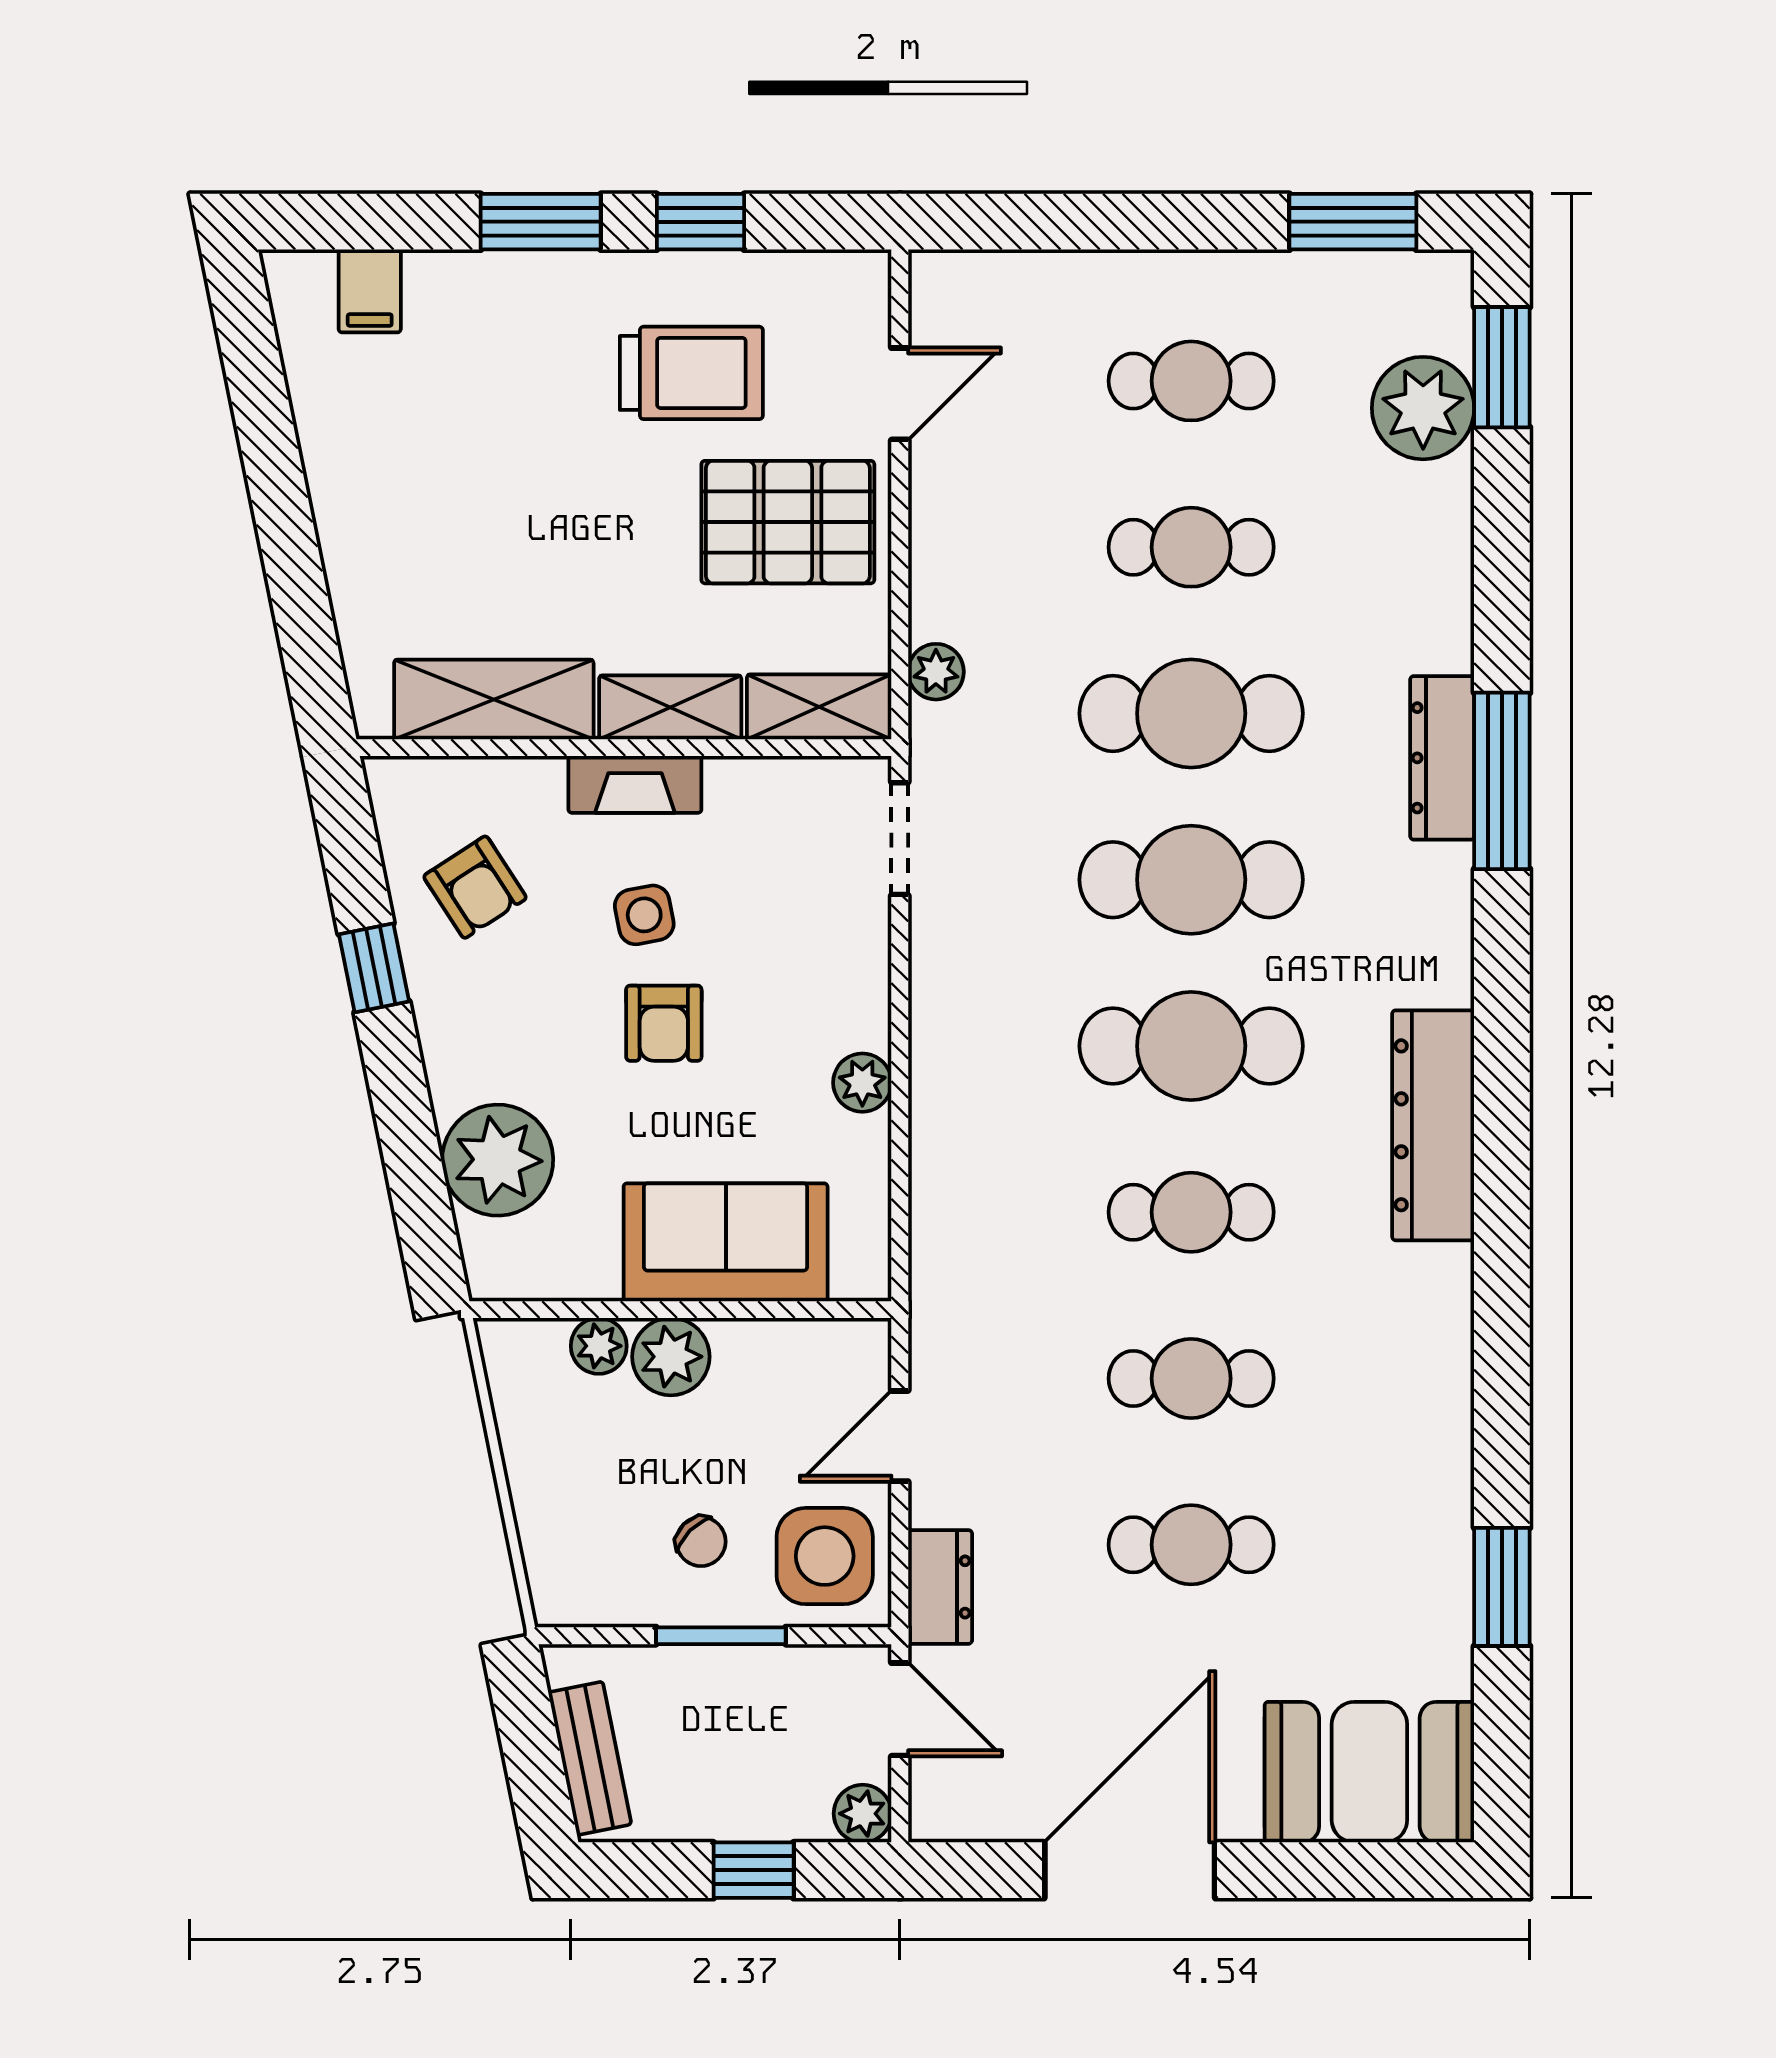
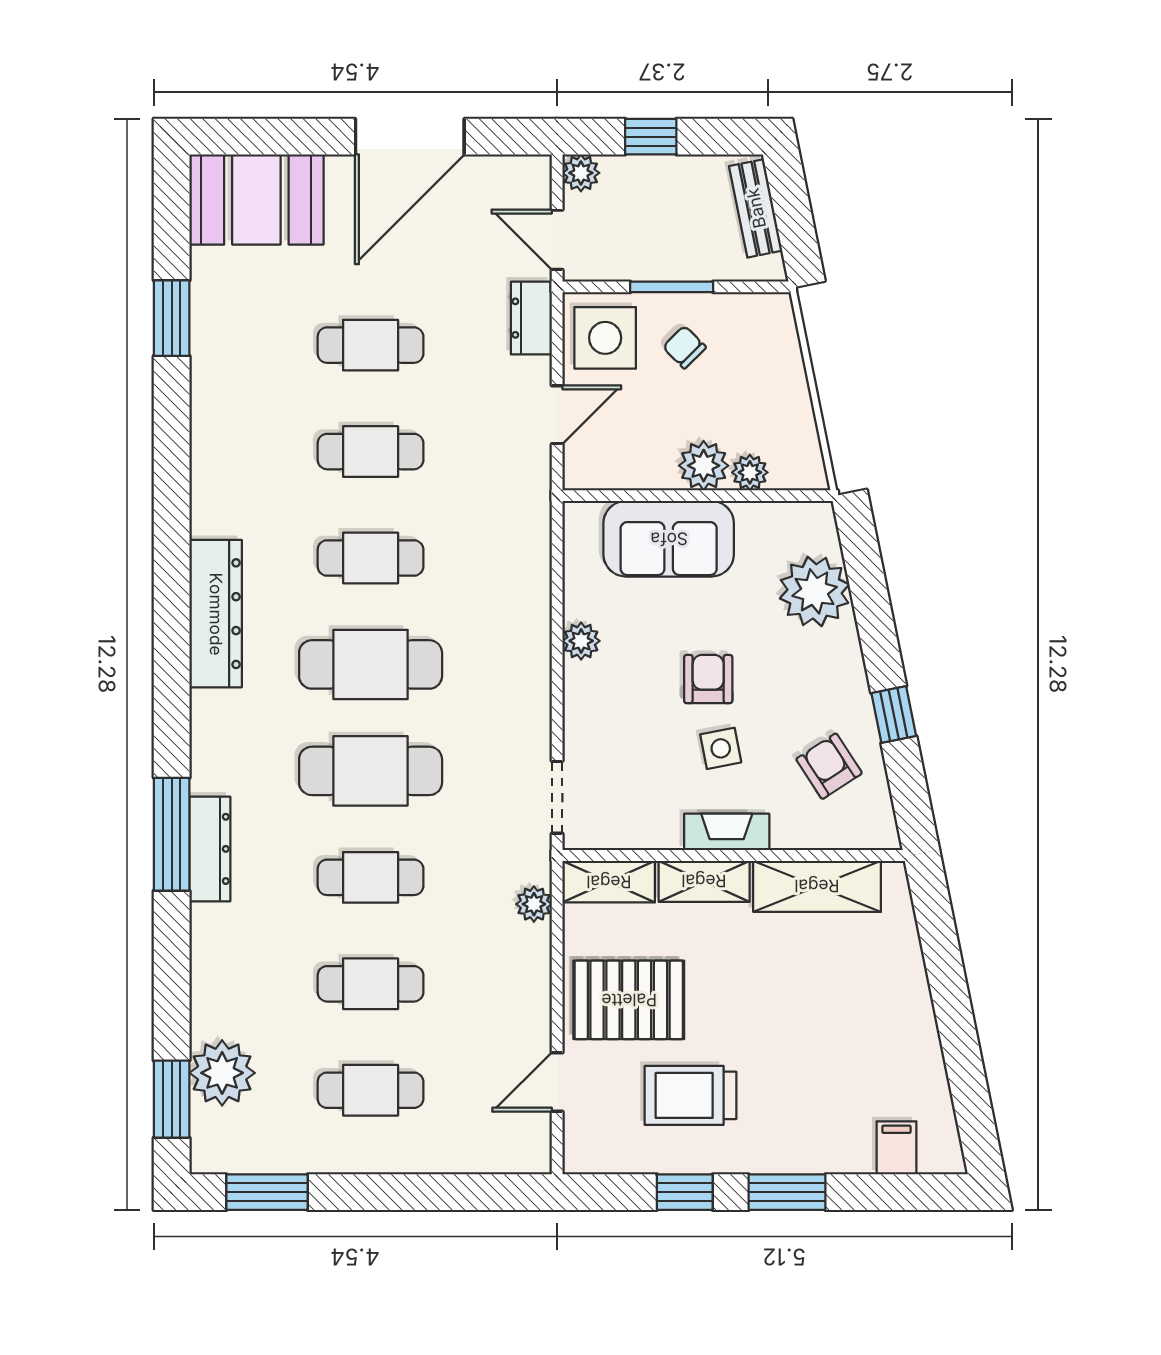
cafe table: (1191, 713) -> (371, 877), width x0.73, depth x0.74

